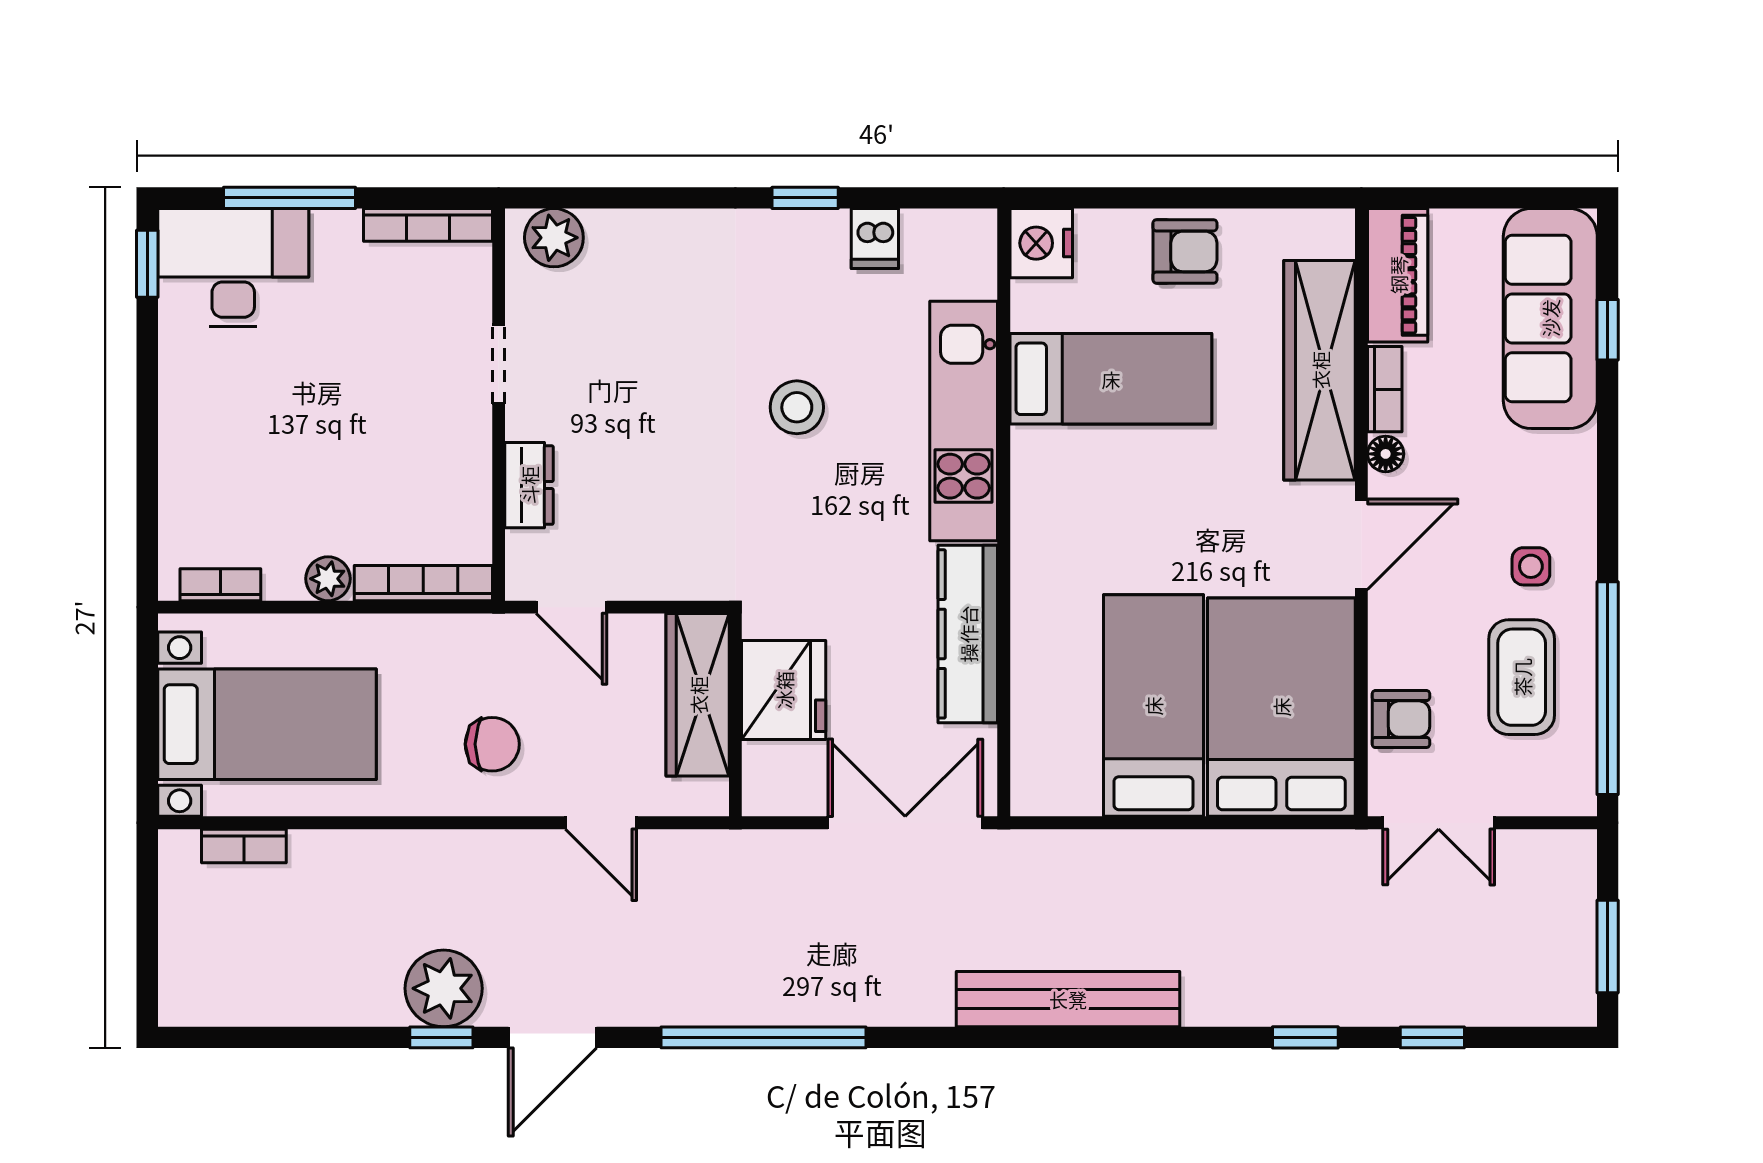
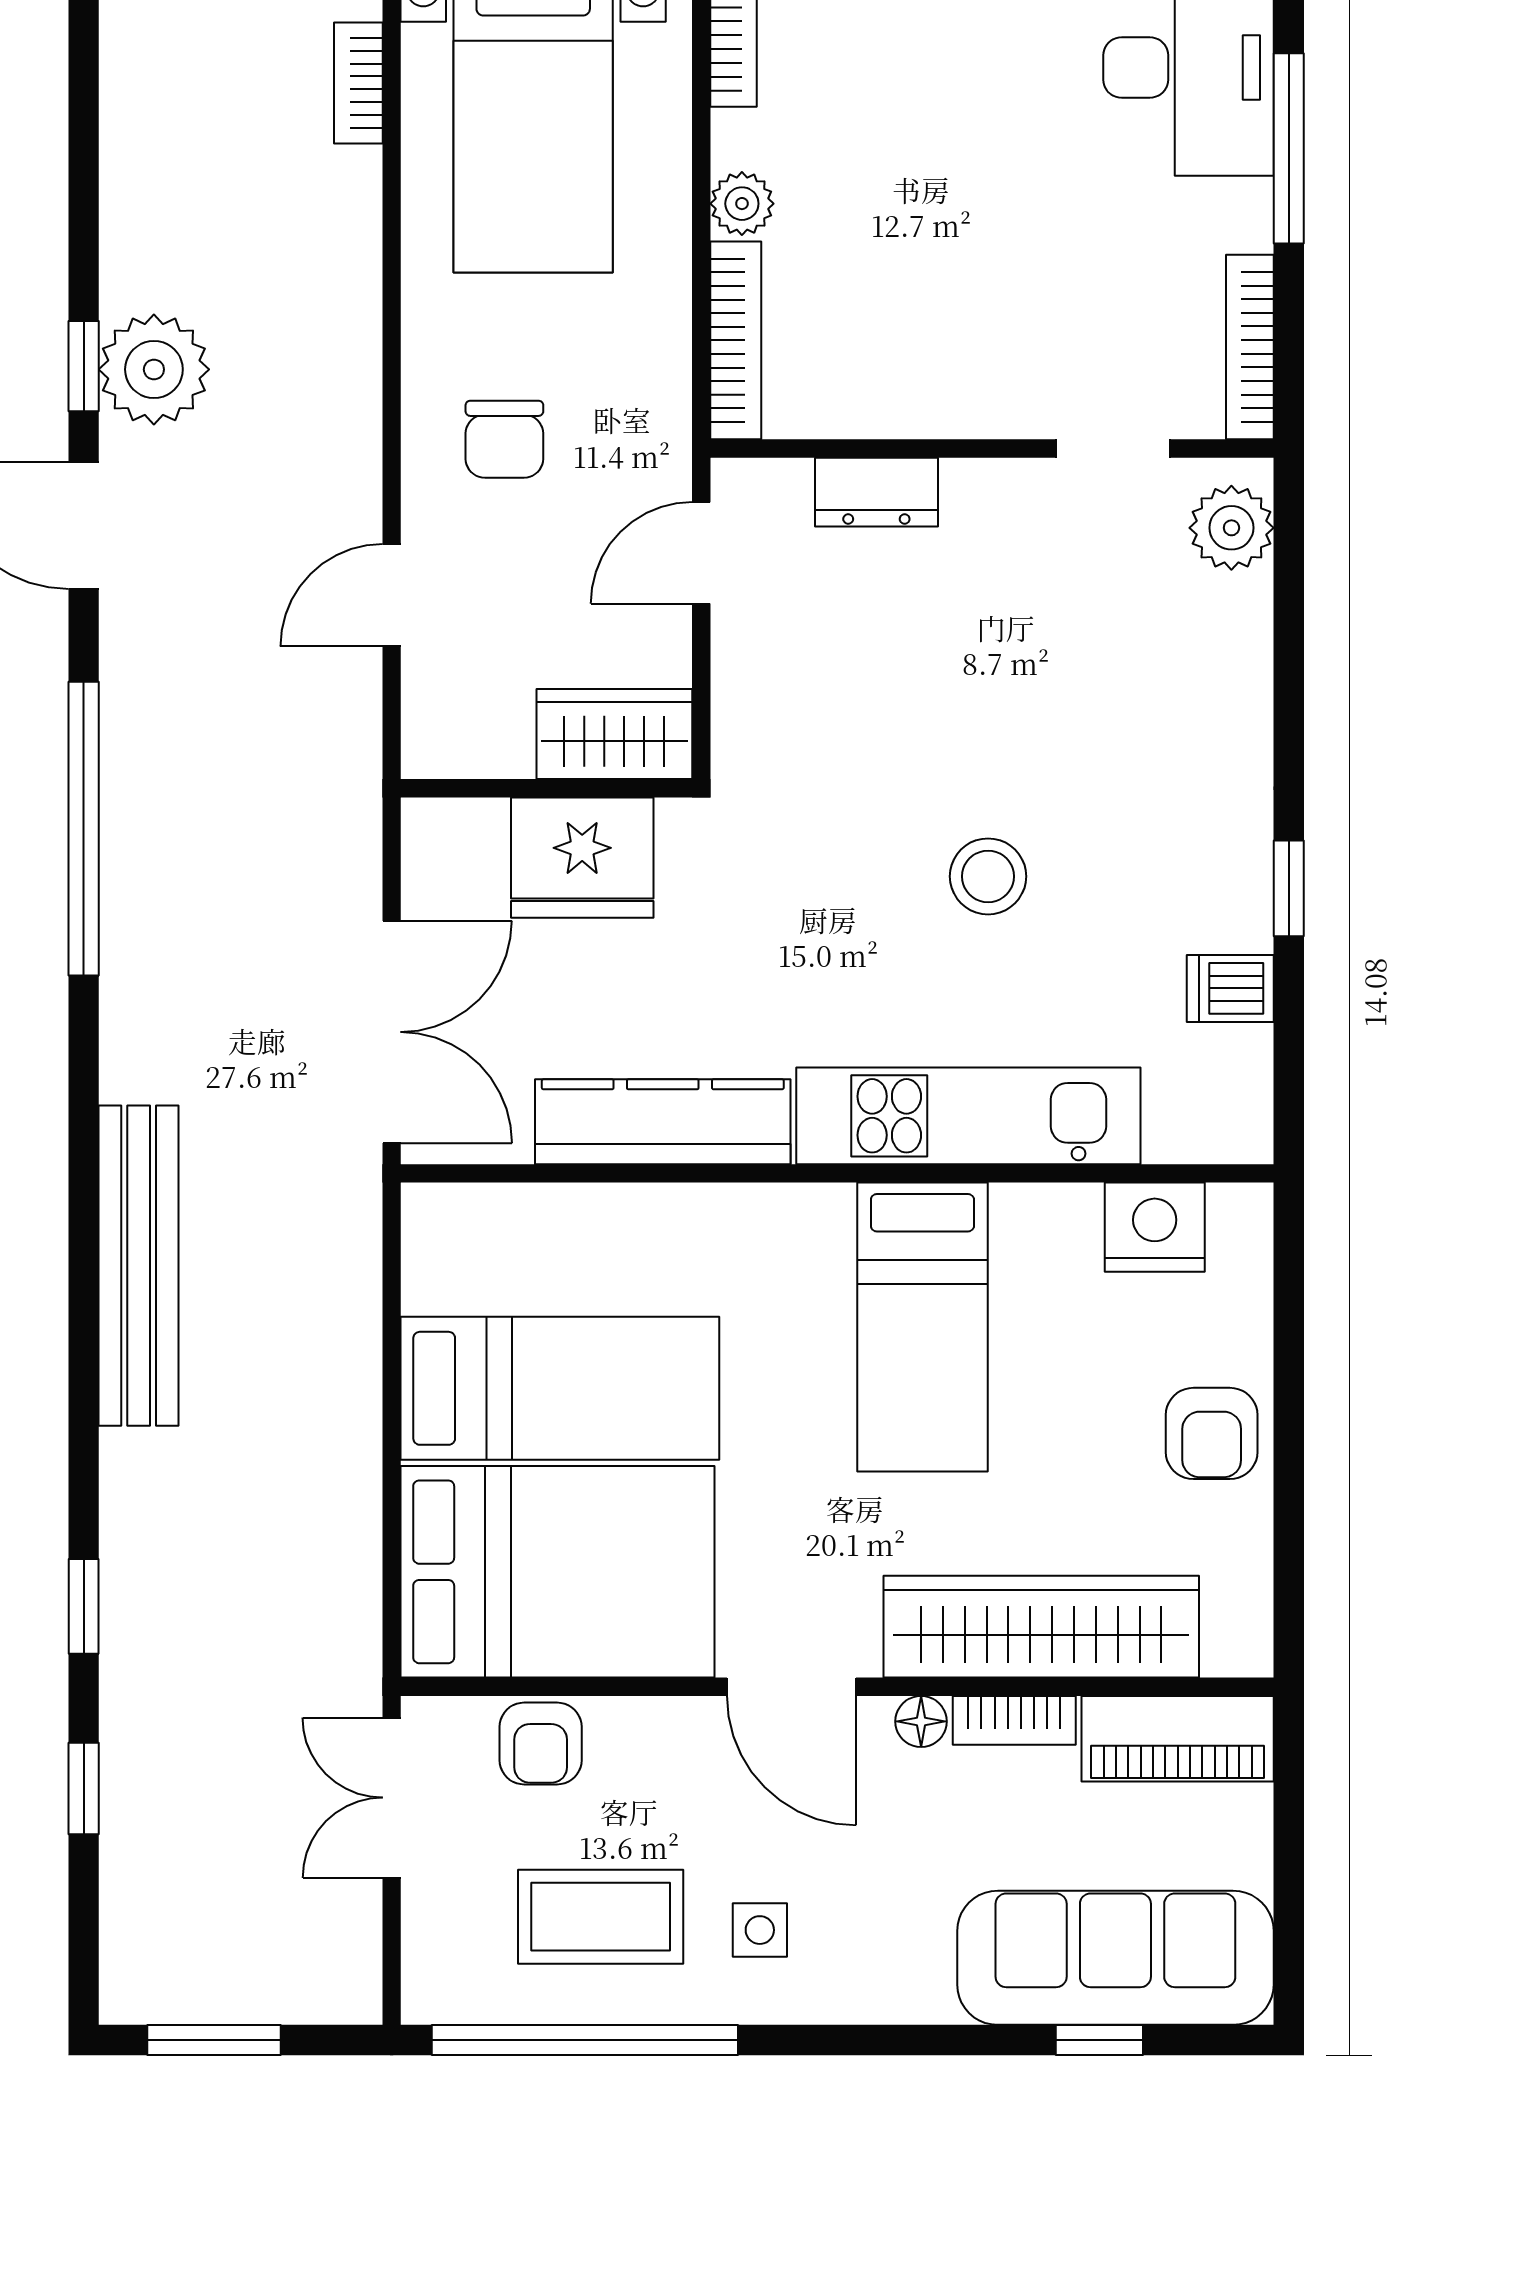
nightstand: (1041, 243) -> (1155, 1227), moved
doorway: (499, 364) -> (1113, 449), moved
bed: (1111, 379) -> (922, 1327), moved
wardrobe: (698, 695) -> (614, 734), width x0.67

